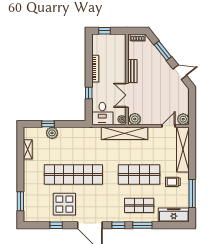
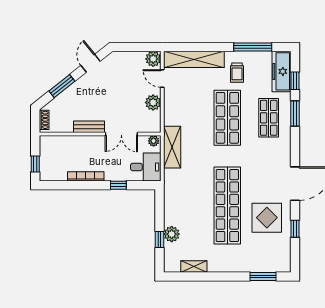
plant: (135, 119) -> (153, 103), moved
shelving: (125, 133) -> (172, 147), width x0.68
window: (118, 225) -> (295, 81), moved

